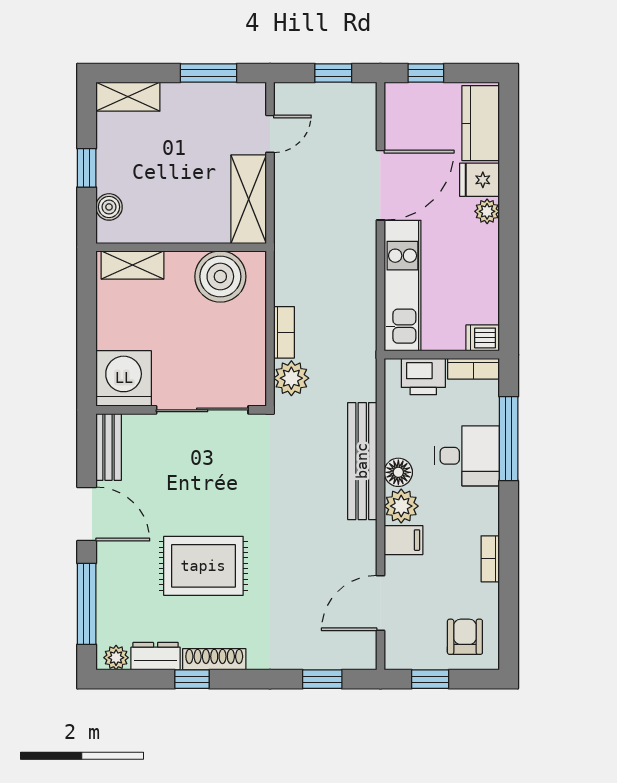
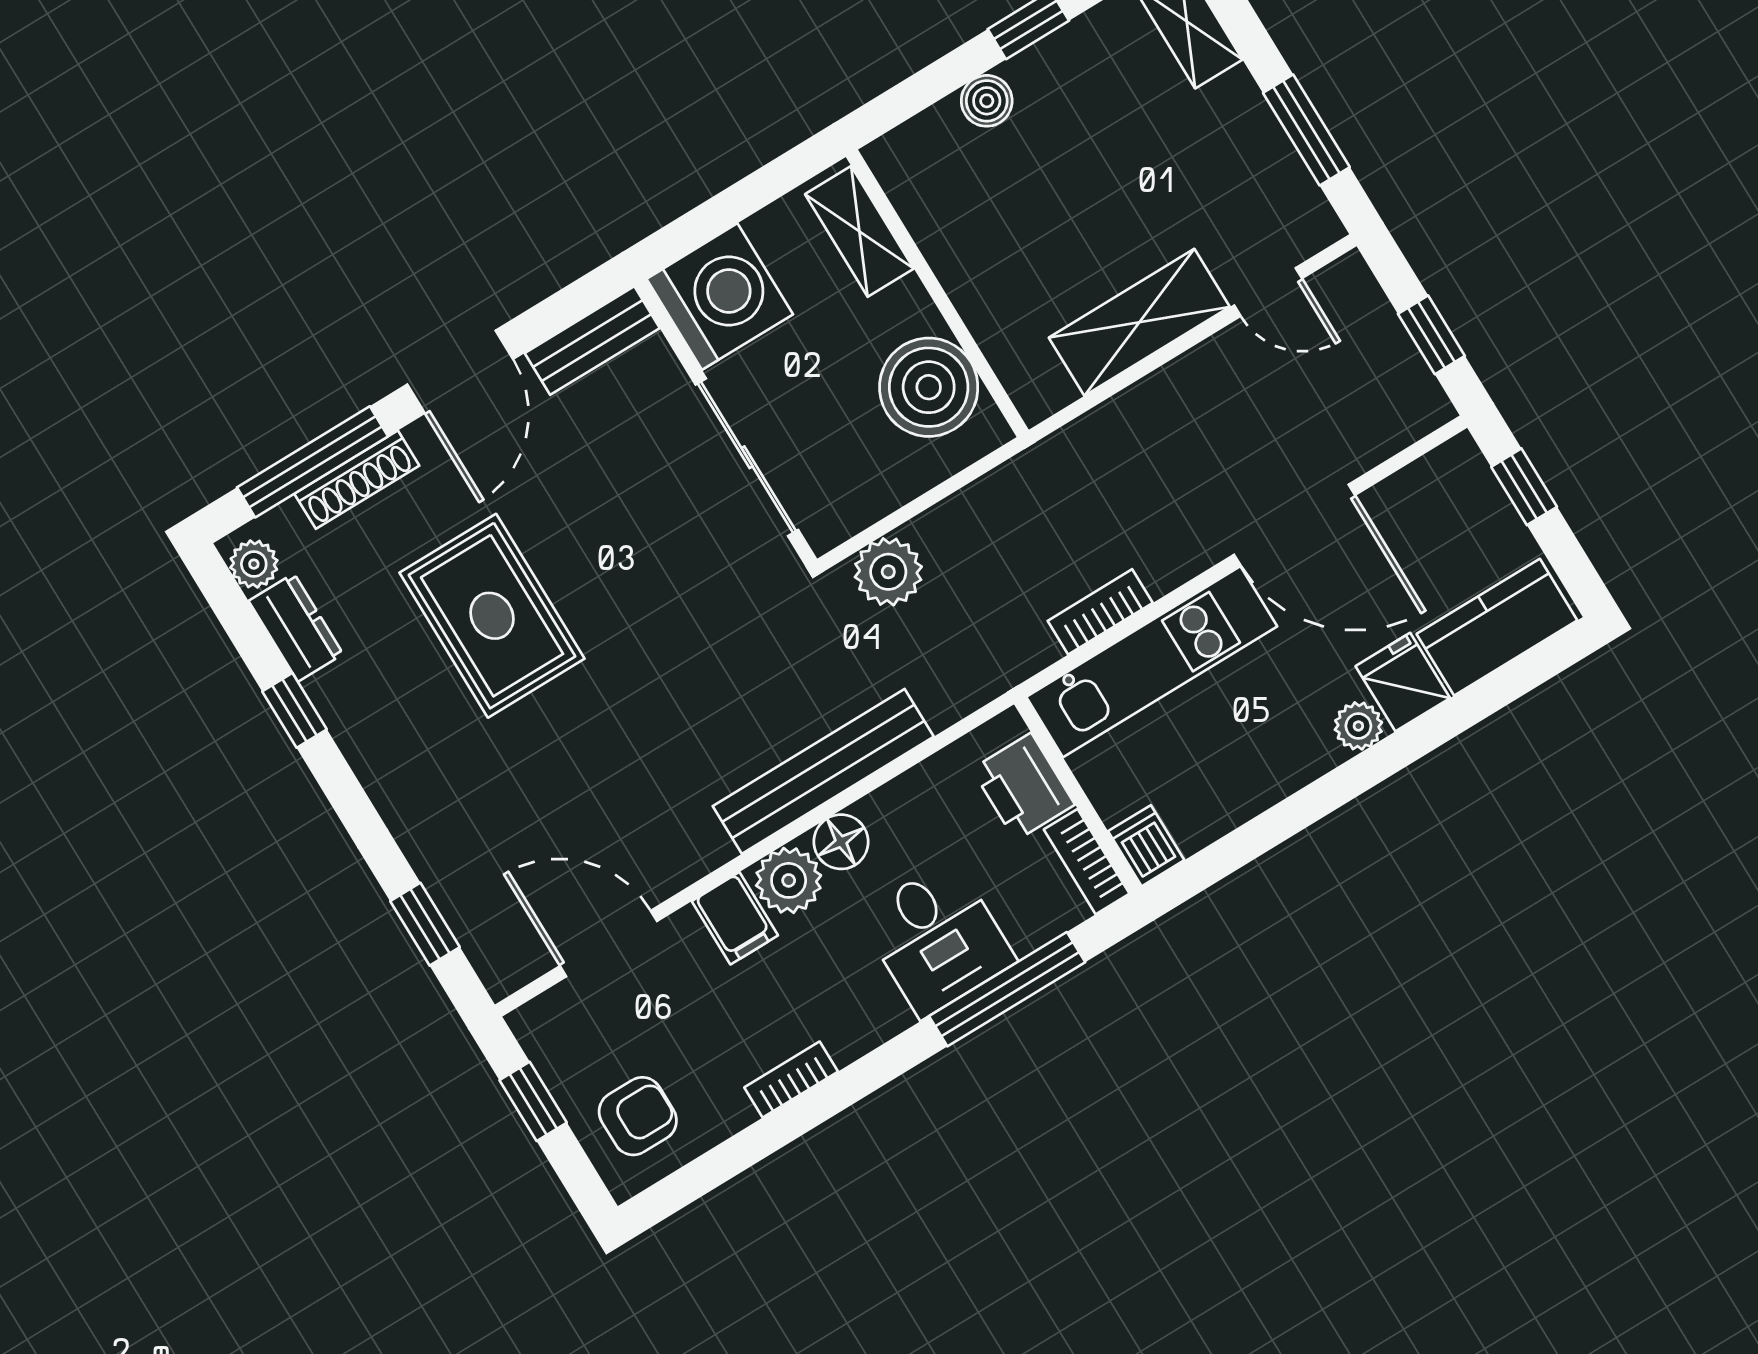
wall: (181, 247) -> (937, 293), moved
shelving: (132, 265) -> (859, 231), moved
boiler: (220, 277) -> (929, 387), moved
bookcase: (284, 332) -> (1100, 612), moved, turned 180
shoe rack: (214, 659) -> (357, 480), moved, turned 90

